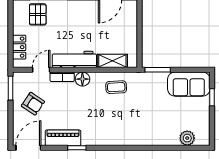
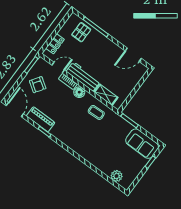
door: (28, 148) -> (15, 110), hinge flipped

